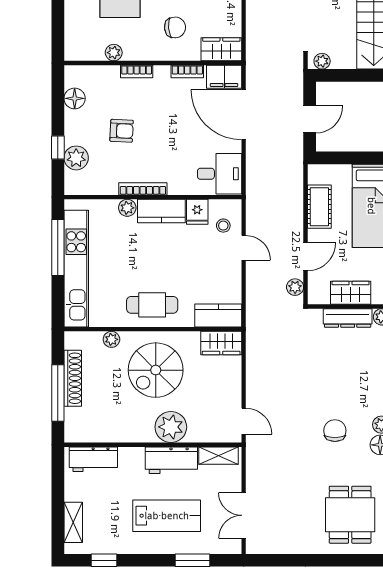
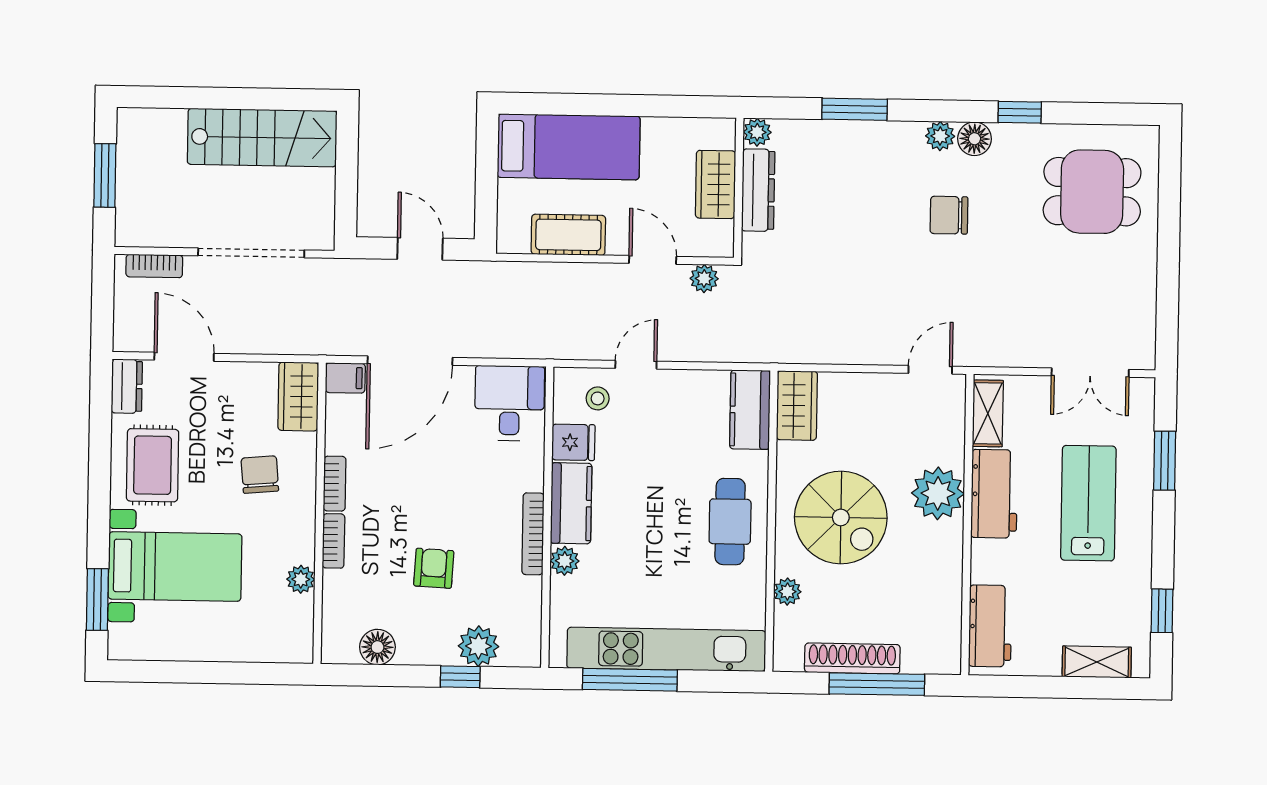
plant: (322, 61) -> (322, 226), removed
bookcase: (187, 72) -> (335, 484), moved
filing cabinet: (224, 77) -> (345, 378), width x0.50

